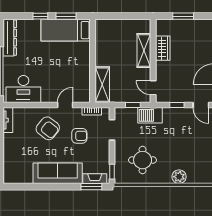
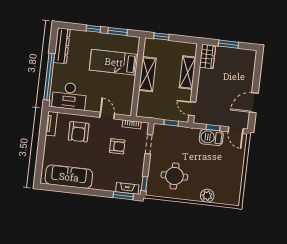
window: (112, 16) -> (161, 36), added
bed: (66, 30) -> (114, 62), moved
wardrobe: (163, 48) -> (207, 56), moved
shelving: (102, 85) -> (147, 74), moved
door: (65, 105) -> (107, 116), hinge flipped
barbecue: (150, 115) -> (211, 137), moved
armchair: (48, 128) -> (79, 132), moved, turned 52
sofa: (58, 173) -> (69, 177), moved

